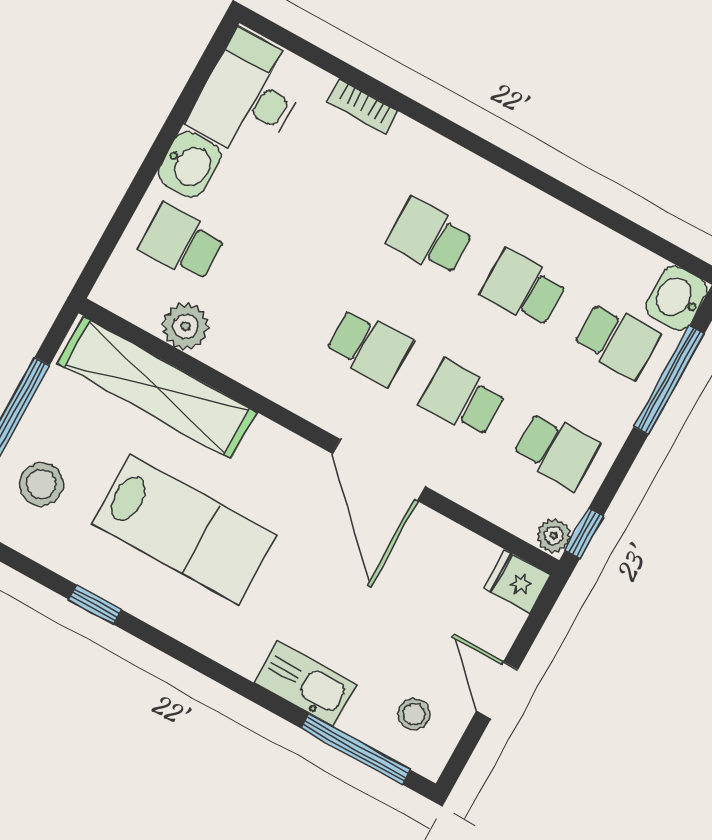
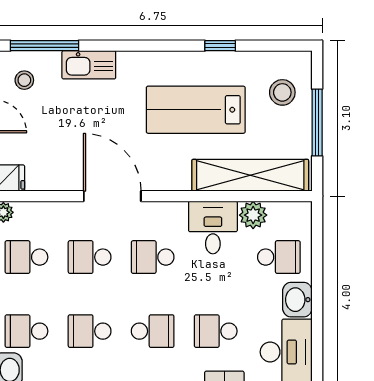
school desk: (336, 185) -> (216, 331), added
school desk: (523, 289) -> (90, 331), turned 180
desk: (255, 341) -> (213, 228), added
school desk: (463, 398) -> (90, 257), turned 180

